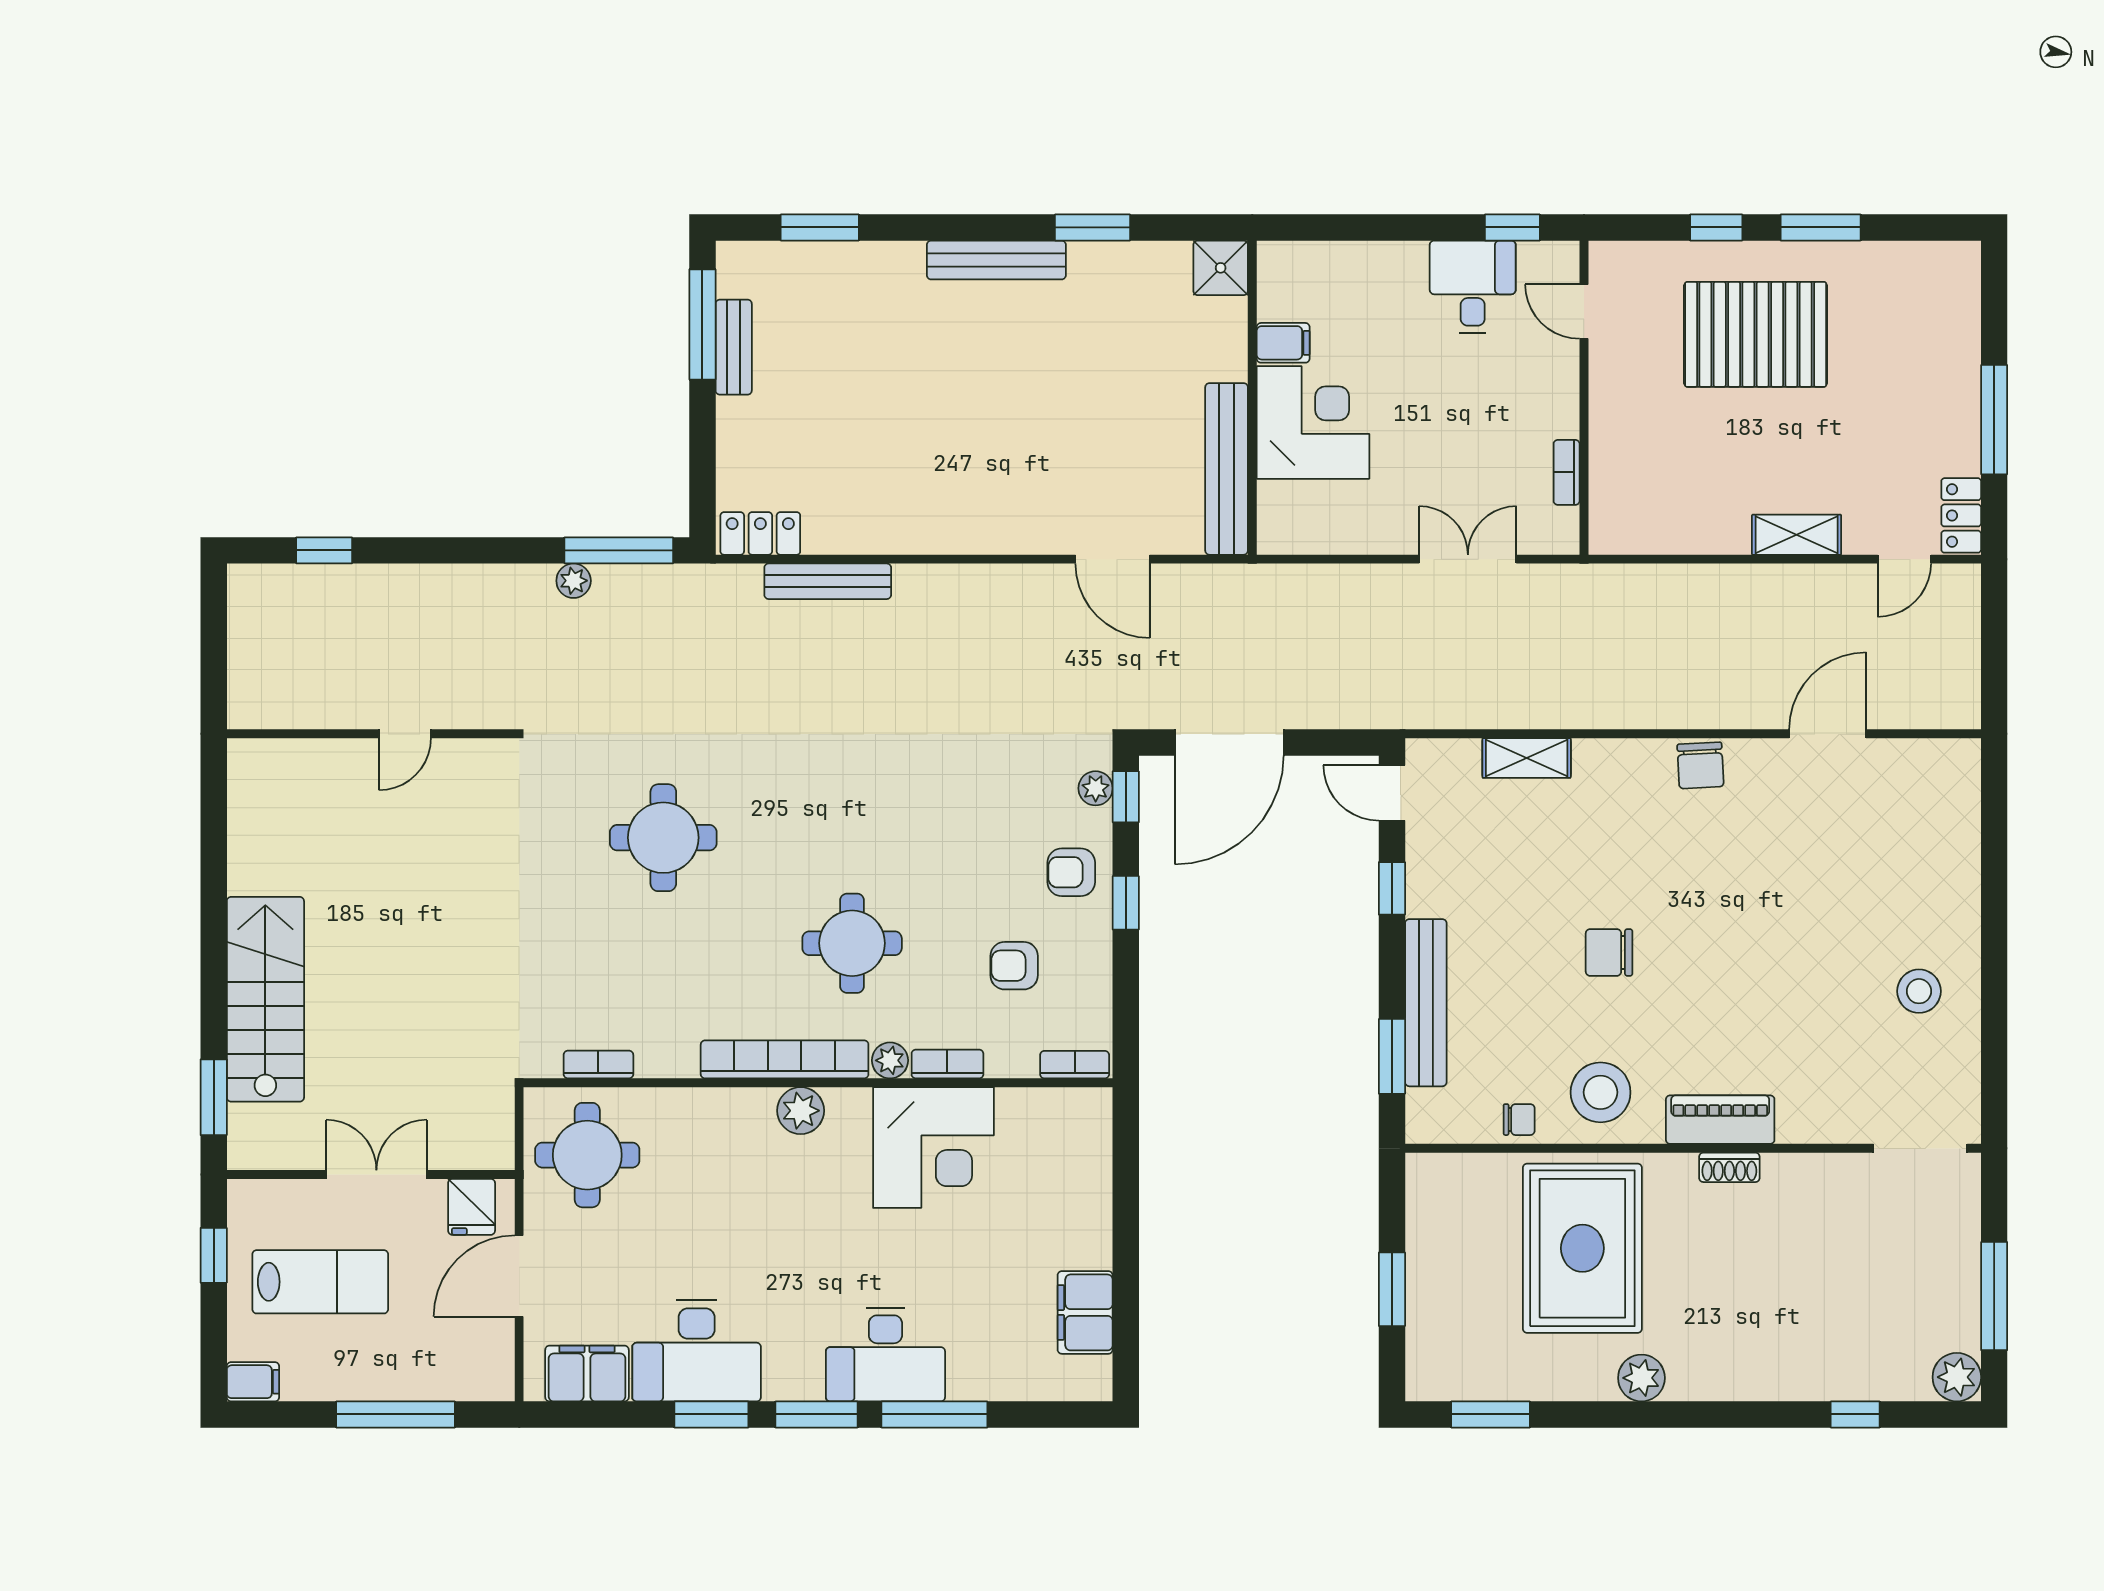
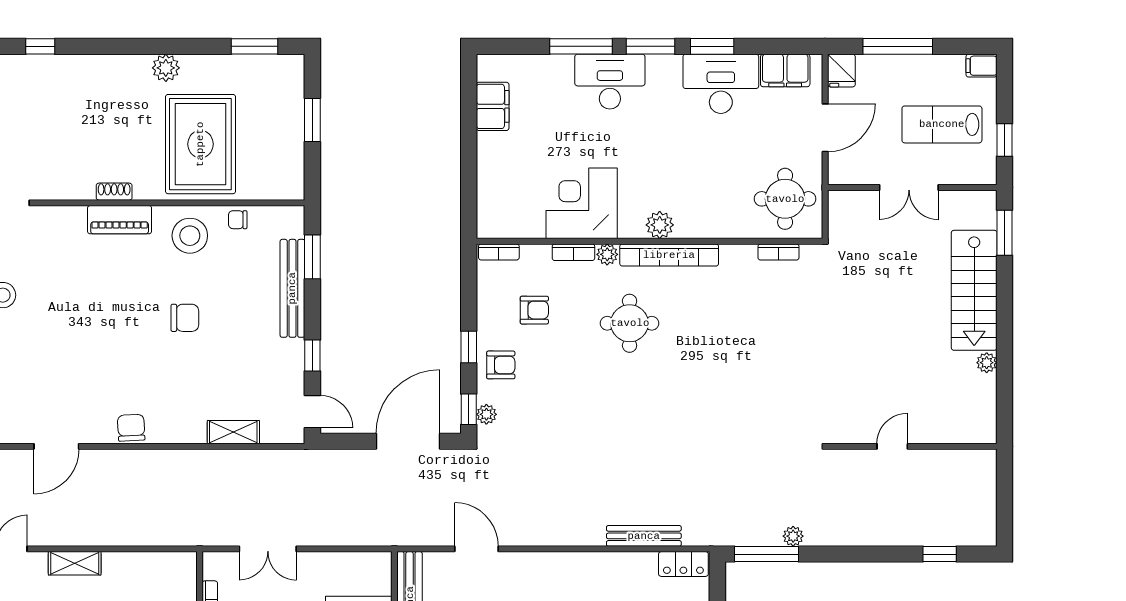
round table: (663, 838) -> (740, 385), removed
plant: (244, 876) -> (987, 363), added
fridge: (472, 1207) -> (841, 71), moved, turned 180

